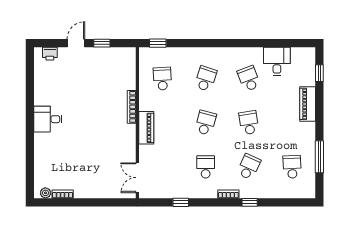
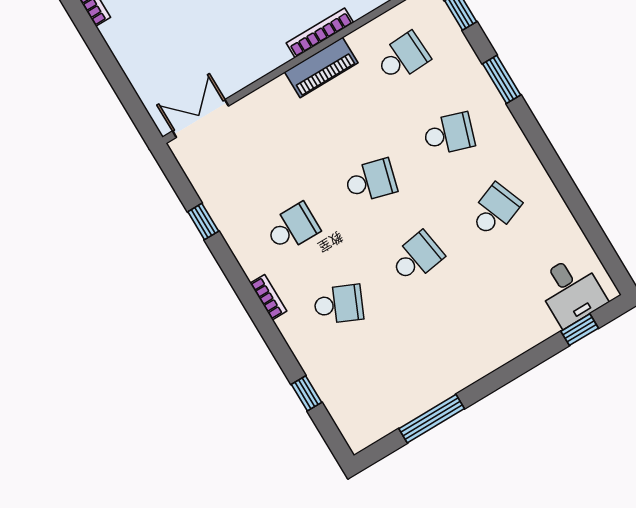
window: (196, 43) -> (502, 79), added
desk: (277, 61) -> (571, 291), moved, turned 90
piano: (308, 104) -> (512, 342), removed
piano: (146, 128) -> (321, 67), moved
school desk: (292, 167) -> (385, 381), removed
window: (250, 202) -> (307, 393), moved

